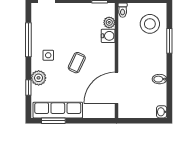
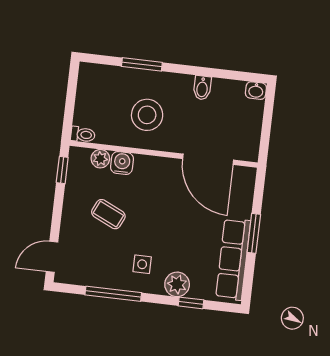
stool: (150, 24) -> (147, 115), moved
coffee table: (77, 63) -> (108, 214), moved
window: (53, 121) -> (254, 233), moved

